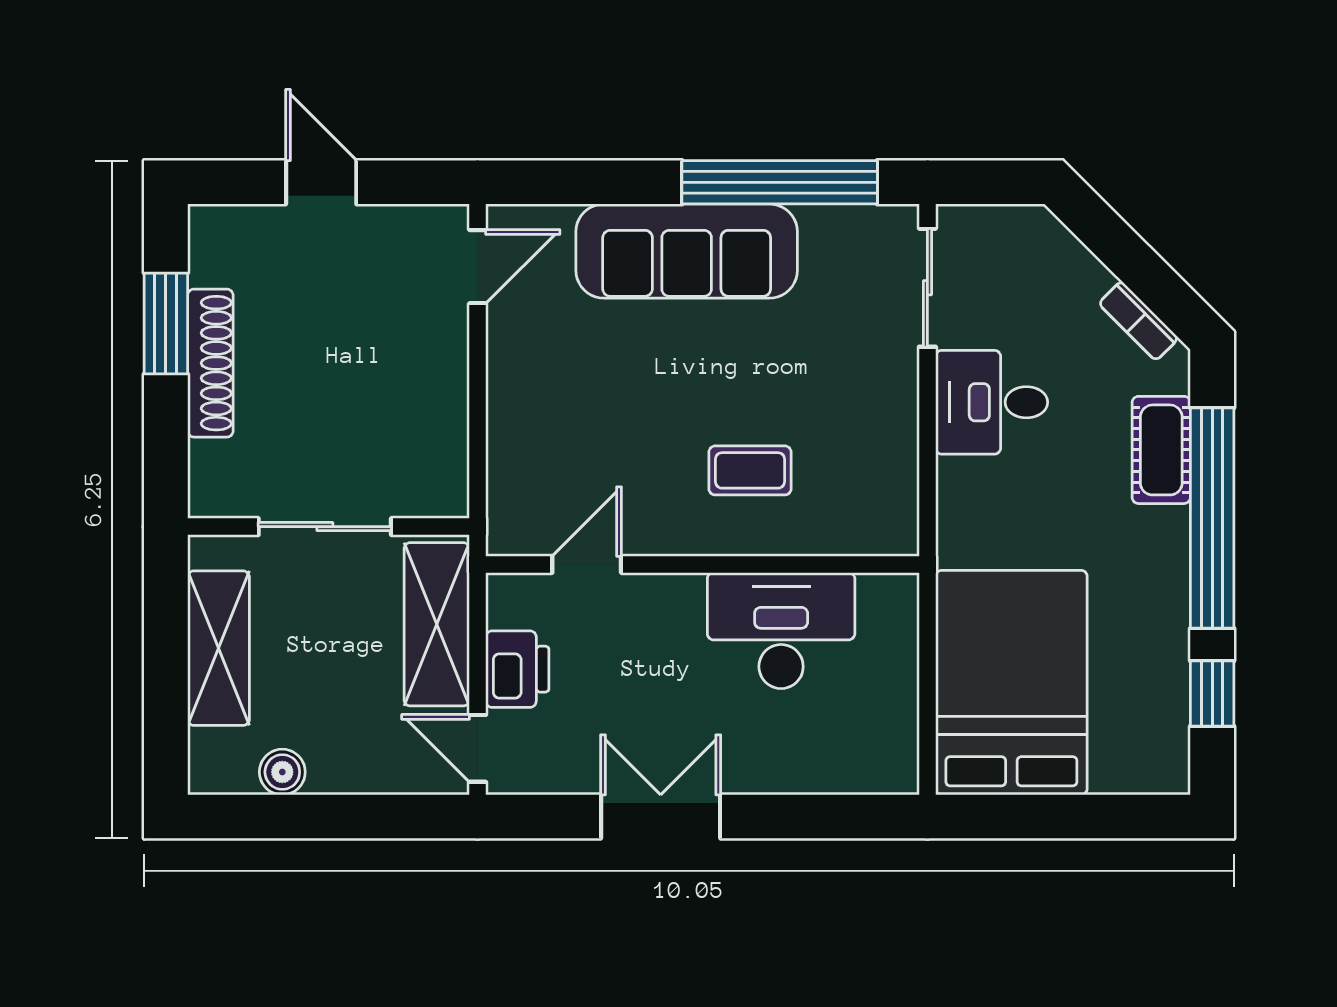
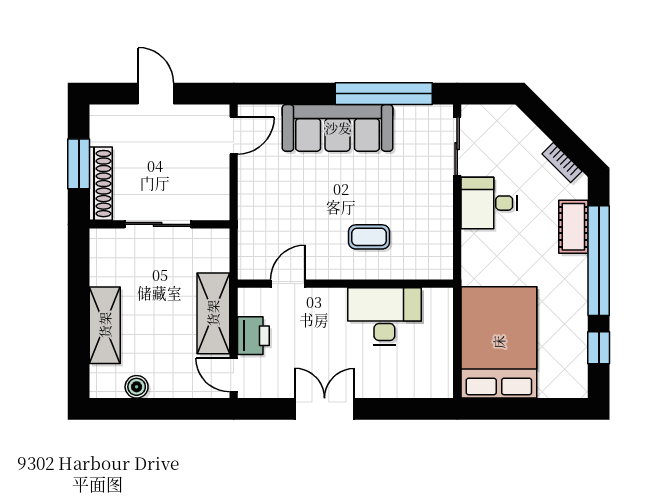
sliding door: (325, 527) -> (158, 224), moved
wall: (328, 527) -> (160, 224), moved

